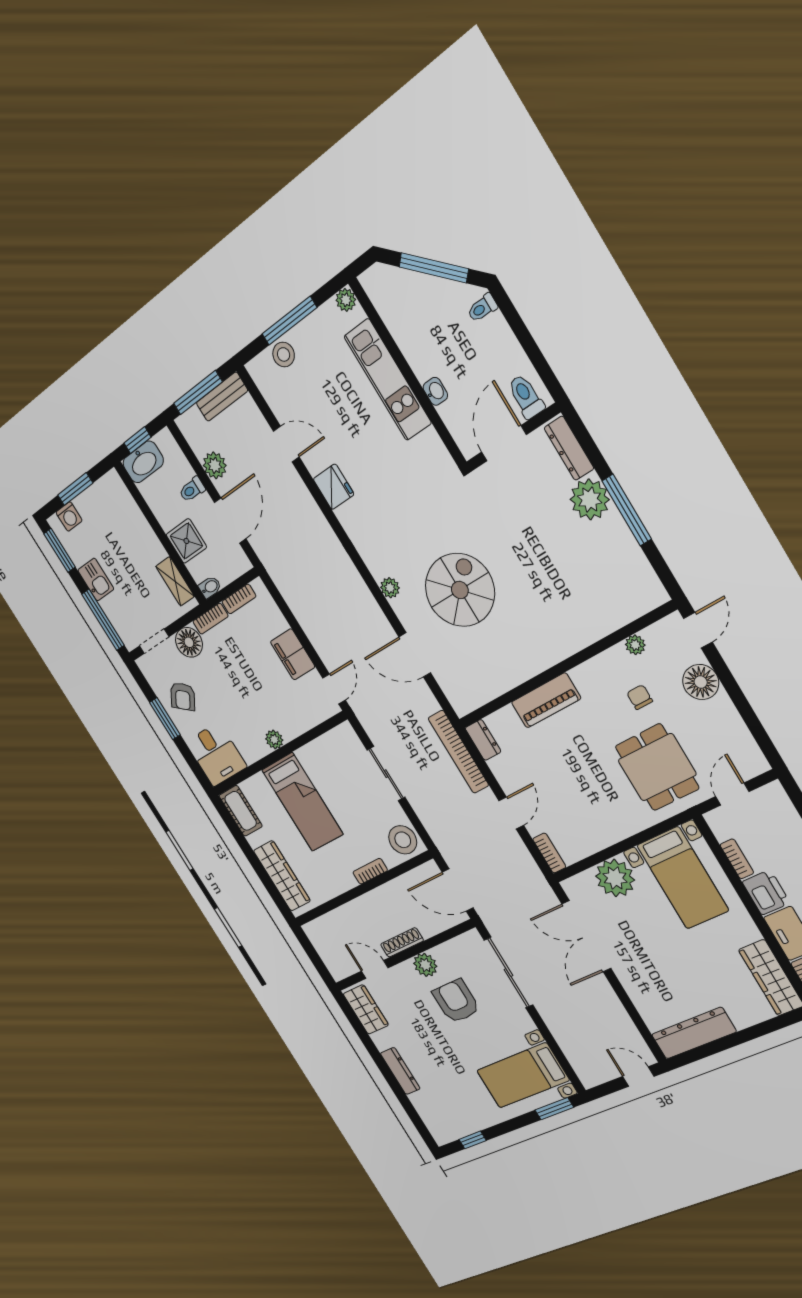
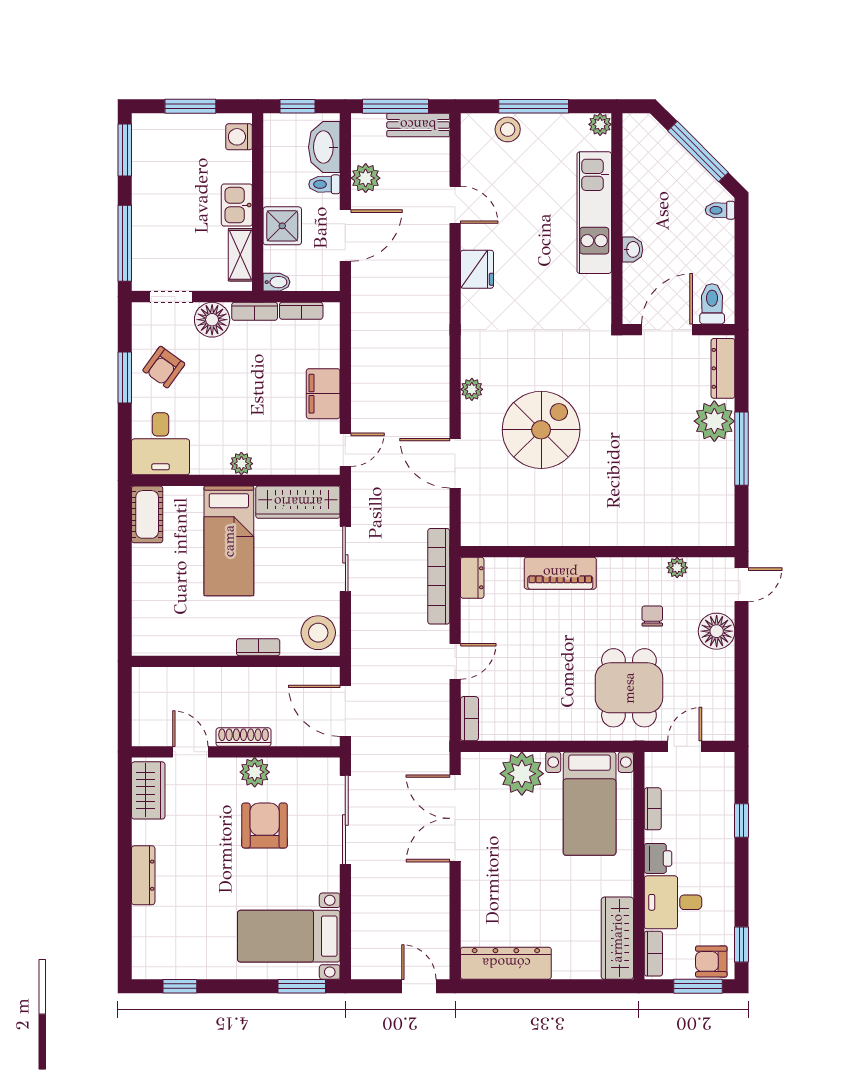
washbasin: (143, 462) -> (324, 147), moved, turned 90
washing machine: (69, 516) -> (239, 137), moved, turned 90
kitchen sink: (96, 580) -> (237, 205), moved, turned 180
wardrobe: (282, 876) -> (298, 502), moved, turned 90
printer: (766, 892) -> (658, 858), width x0.73, depth x0.81

